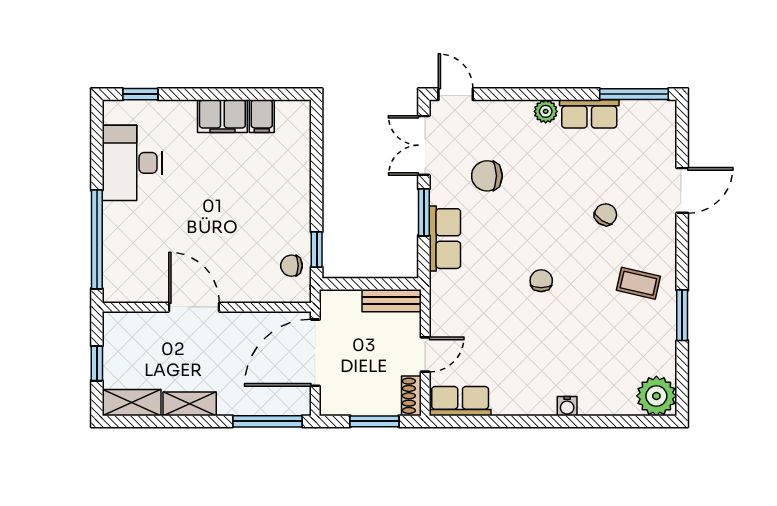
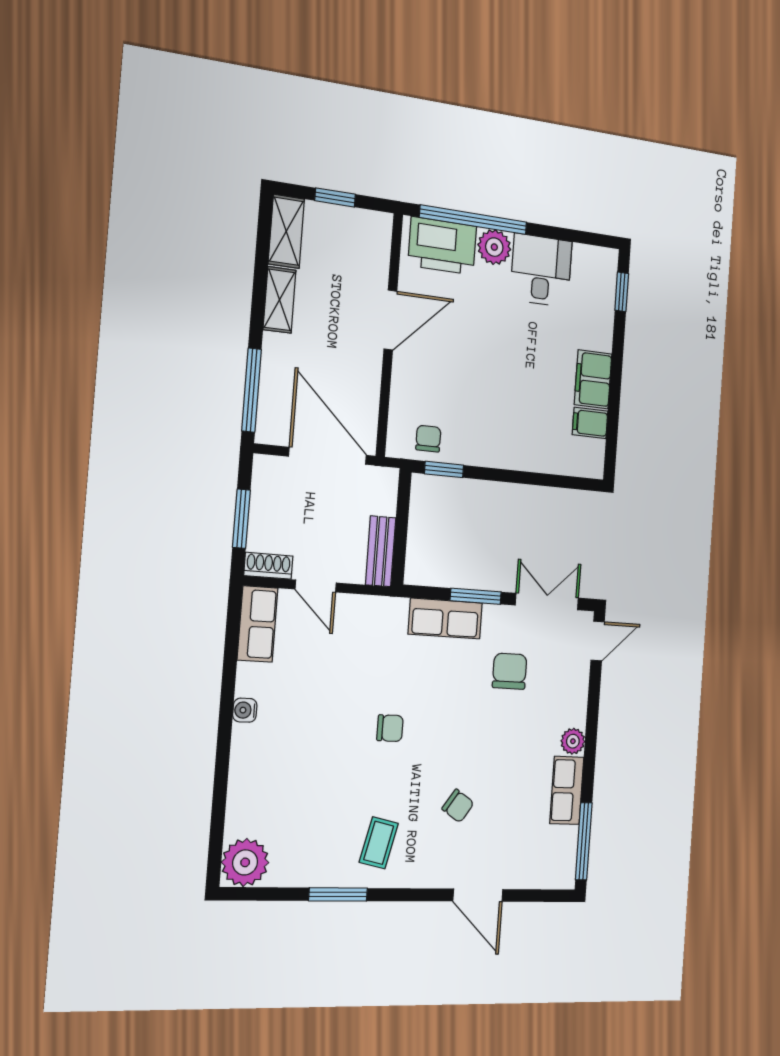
desk: (132, 163) -> (541, 270), width x0.73
plant: (118, 218) -> (494, 247), added
printer: (124, 266) -> (442, 246), added
water cooler: (567, 406) -> (245, 710), moved

